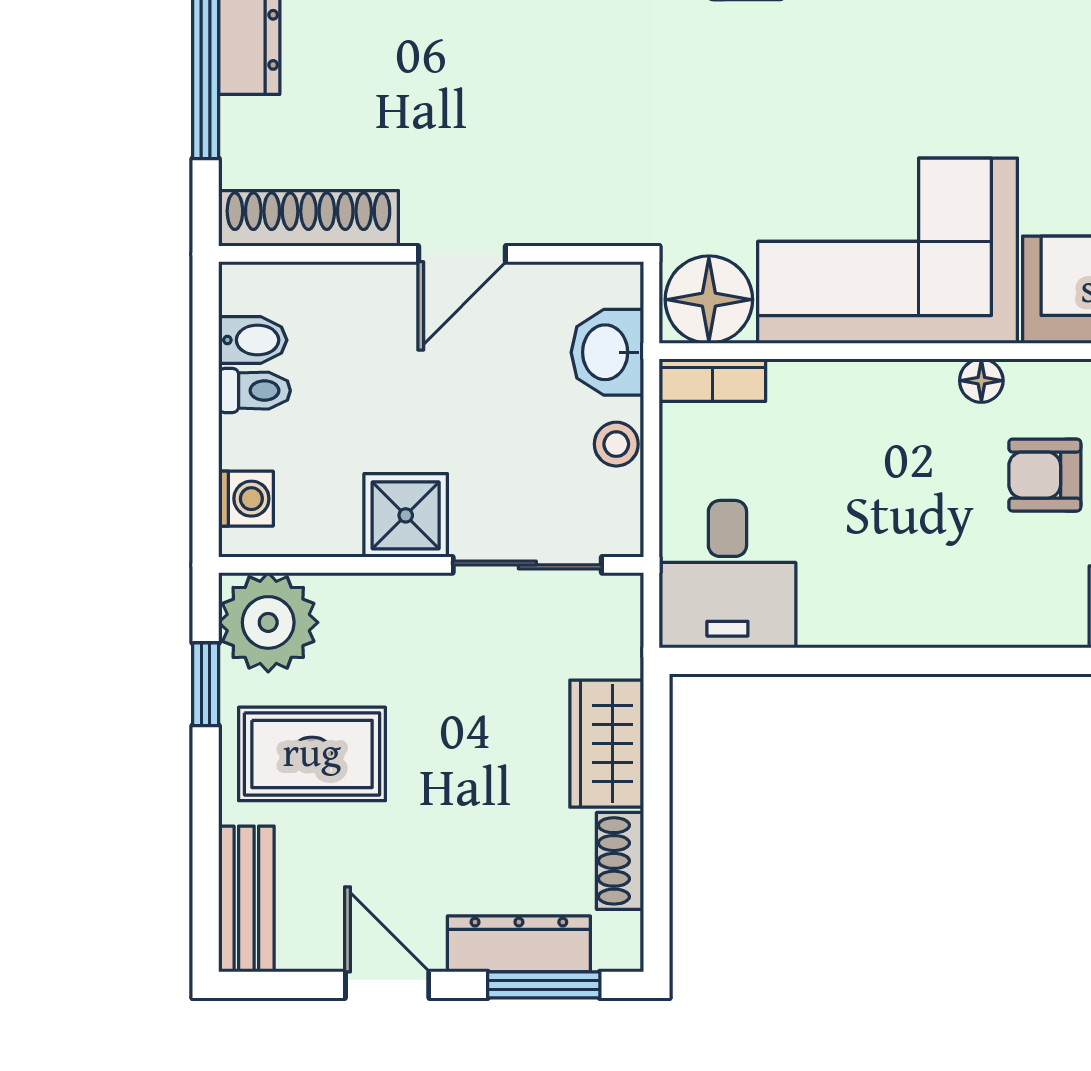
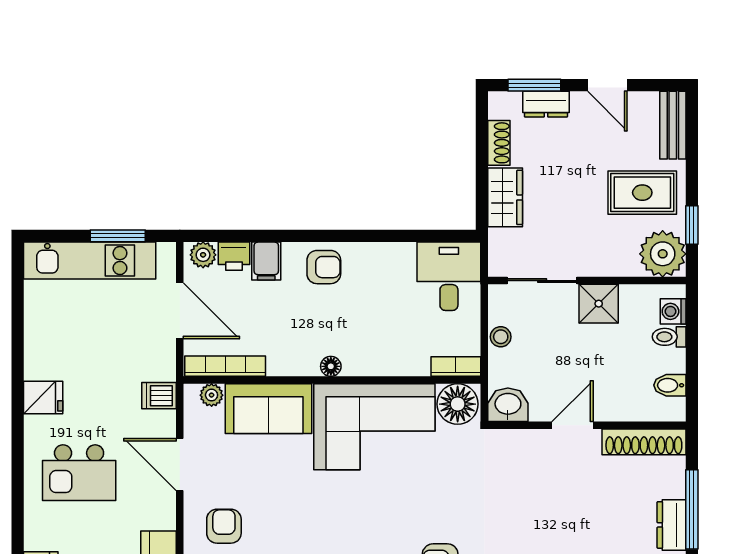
washbasin: (607, 352) -> (508, 405), moved, turned -90
toilet: (254, 391) -> (669, 337), moved
armchair: (1045, 475) -> (324, 267), moved
dresser: (519, 944) -> (546, 104), width x0.70

